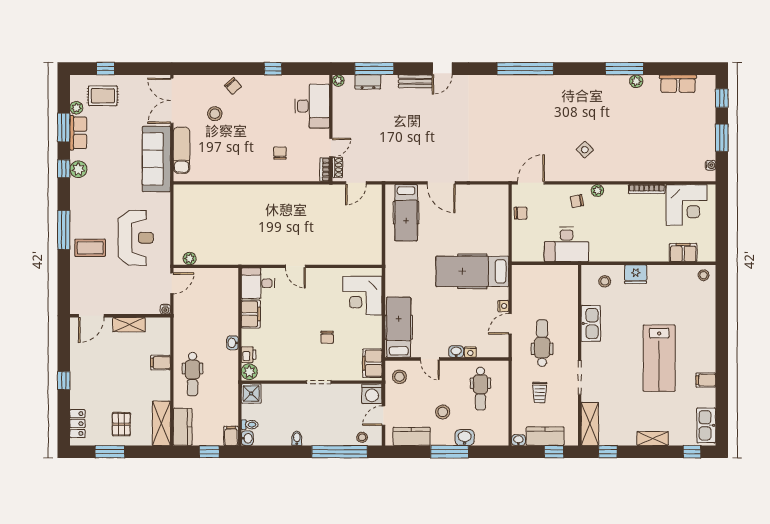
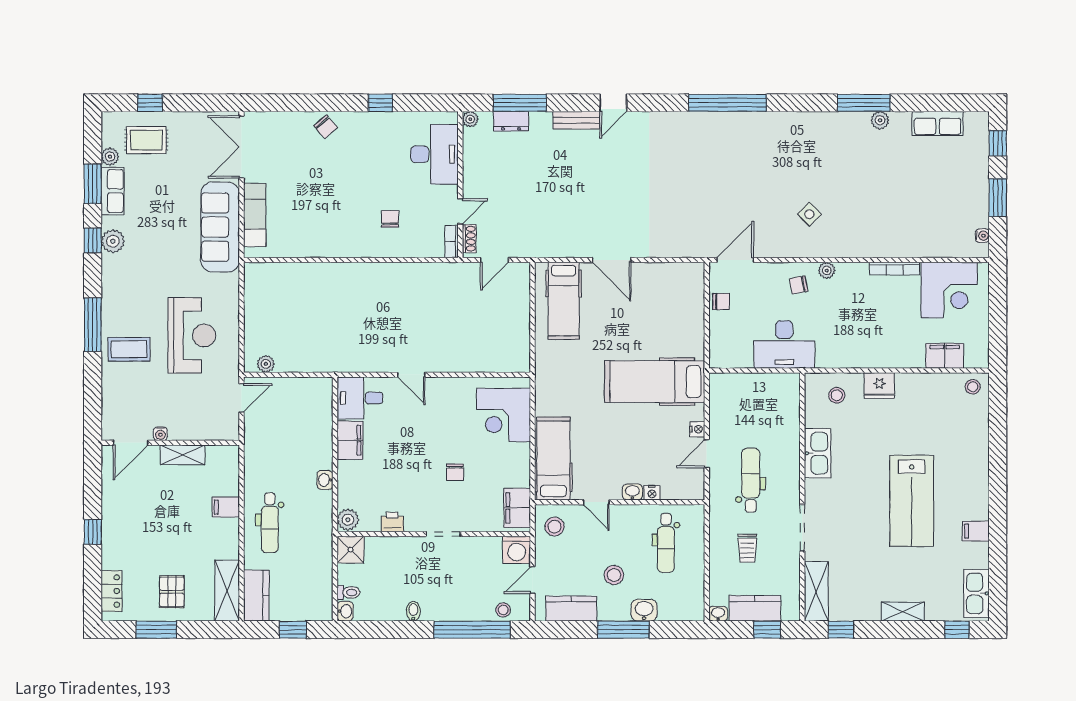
stool: (215, 114) -> (300, 165), removed
water cooler: (165, 309) -> (160, 434), moved
printer: (249, 355) -> (392, 522), moved, turned -90
filing cabinet: (231, 436) -> (323, 608), removed

